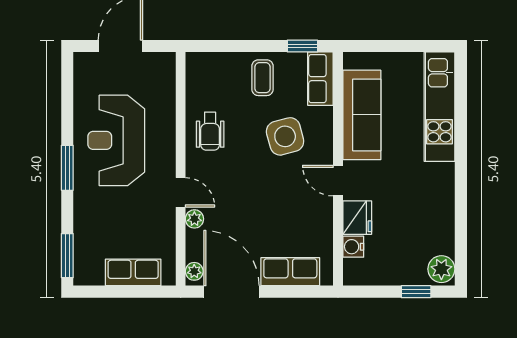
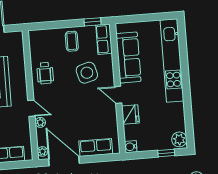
kitchen unit: (439, 107) -> (172, 61), width x1.36
water cooler: (353, 247) -> (131, 147), moved

